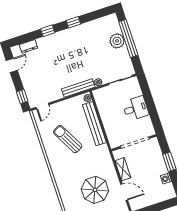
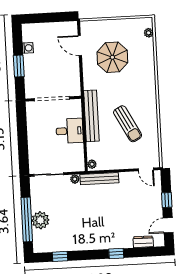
window: (73, 22) -> (60, 256), moved
window: (22, 97) -> (167, 200), moved
door: (42, 106) -> (146, 169), swing flipped
desk: (136, 108) -> (70, 131), moved, turned 180
bench: (94, 124) -> (91, 116), moved
shelving: (123, 169) -> (74, 72), removed

